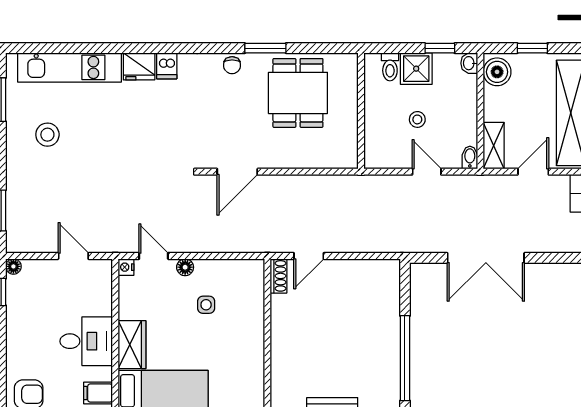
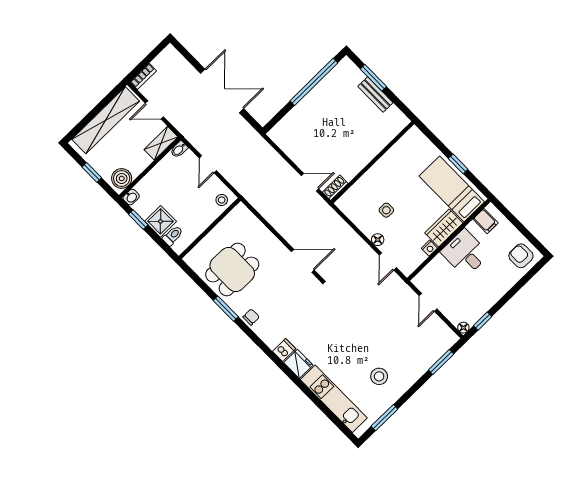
stool: (417, 119) -> (222, 200), moved
nightstand: (126, 267) -> (429, 248), moved

